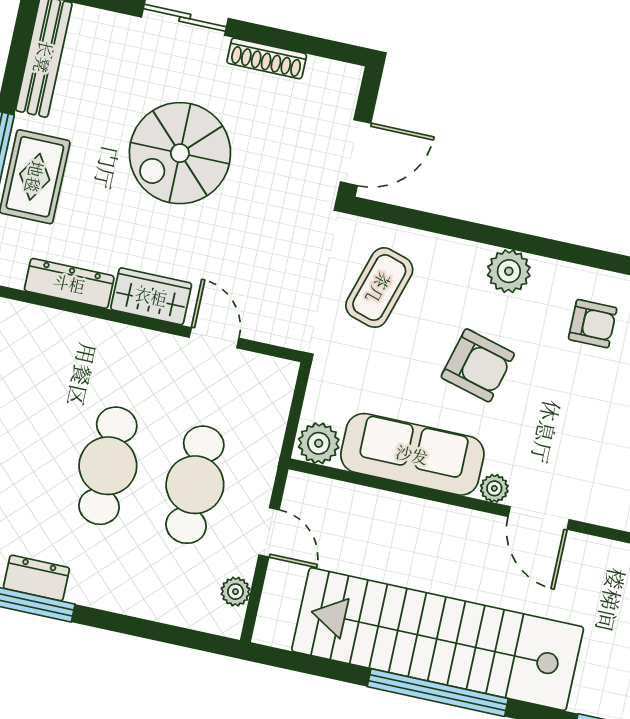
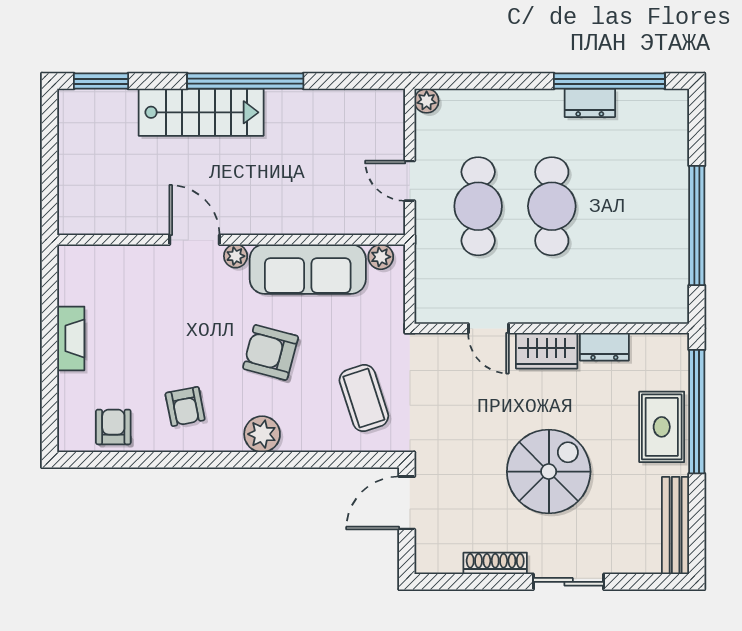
dresser: (69, 283) -> (604, 347), width x0.70
coffee table: (379, 288) -> (364, 398), turned -35
armchair: (593, 324) -> (185, 406), turned -101
plant: (319, 443) -> (381, 257), width x0.73, depth x0.73
plant: (235, 592) -> (427, 101), moved
stairs: (438, 639) -> (201, 112), width x0.54, depth x0.66

